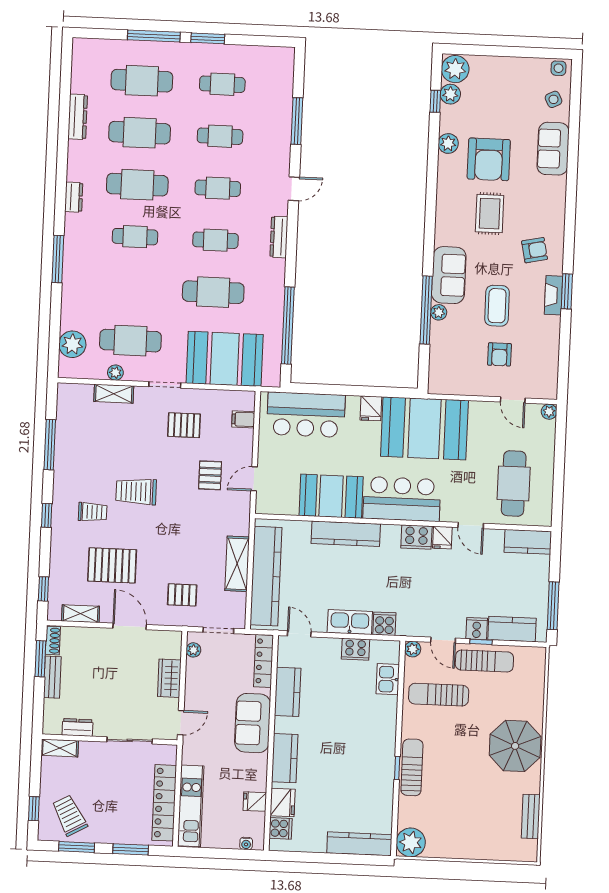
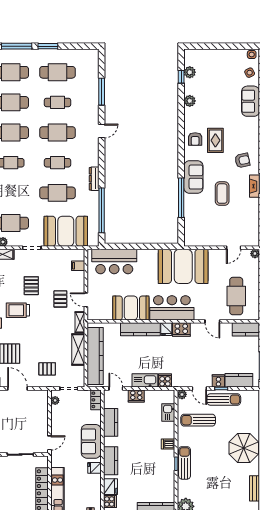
plant: (455, 69) -> (192, 58), removed
cafe table: (222, 84) -> (57, 72), width x1.37, depth x1.35
armchair: (489, 159) -> (195, 139), moved, width x0.53, depth x0.53
cafe table: (218, 188) -> (57, 133), width x1.37, depth x1.35
dresser: (279, 237) -> (94, 179), moved
plant: (439, 312) -> (188, 199), removed
armchair: (499, 354) -> (225, 222), removed
door: (513, 400) -> (234, 248), hinge flipped
fridge: (371, 408) -> (152, 256), removed
pallet: (184, 425) -> (31, 286), moved, turned 90
door: (254, 479) -> (86, 300), hinge flipped
shelving: (242, 517) -> (80, 322), added
fridge: (442, 538) -> (166, 329), moved
cooker: (355, 649) -> (136, 396), moved
locker: (264, 661) -> (96, 400), width x0.66
wardrobe: (169, 678) -> (42, 417), removed
dishwasher: (385, 733) -> (168, 444), added
fridge: (255, 802) -> (94, 468), moved

